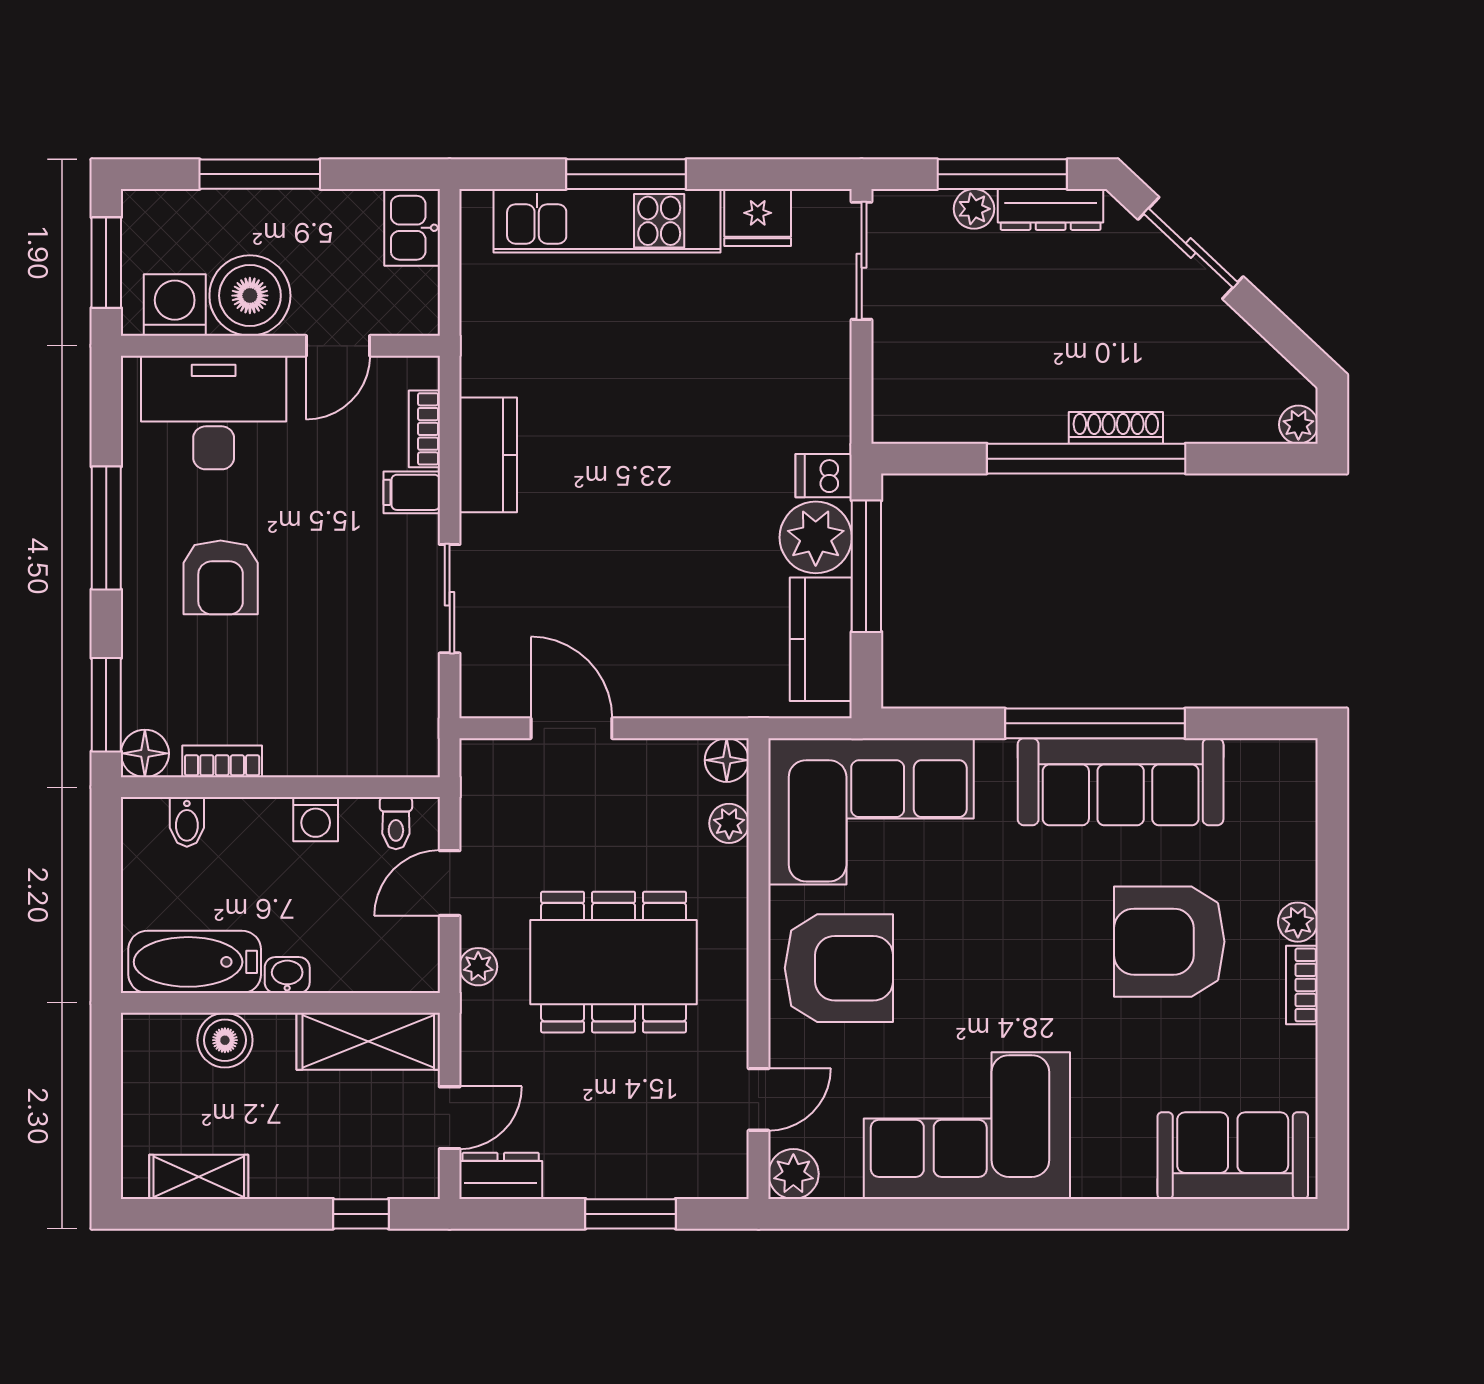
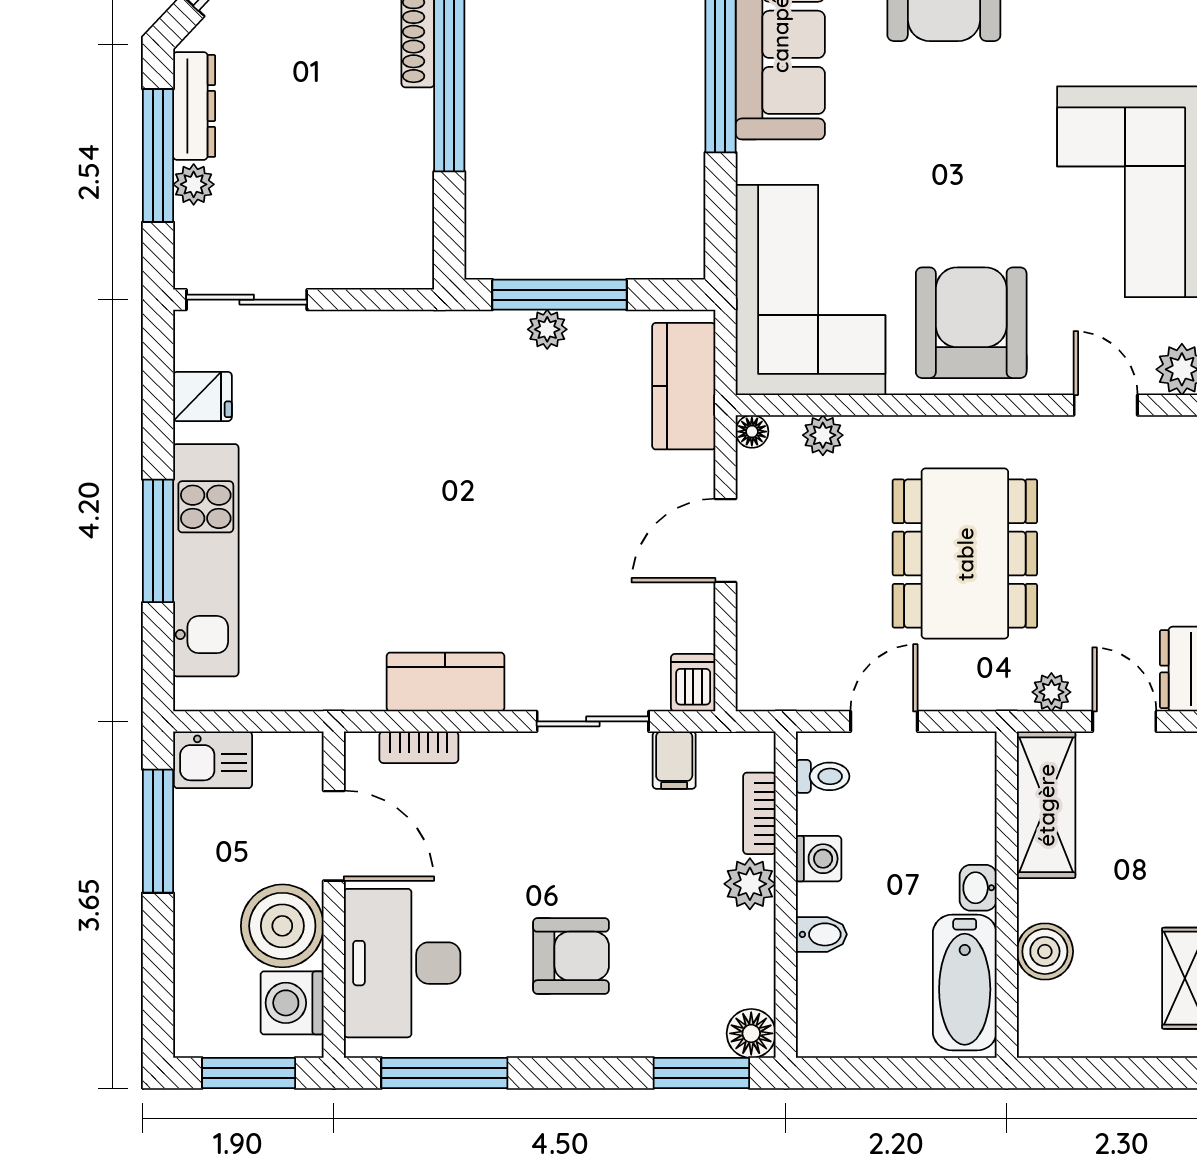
window: (260, 174) -> (158, 831), moved
fridge: (758, 217) -> (202, 396), width x0.72
door: (338, 346) -> (334, 836), width x1.38
dishwasher: (824, 476) -> (693, 683), moved, turned 180
filing cabinet: (412, 492) -> (674, 760), moved
window: (106, 528) -> (444, 1073), moved
plant: (816, 537) -> (547, 329), width x0.53, depth x0.53
kitchen counter: (821, 639) -> (684, 386), moved, turned 90
door: (571, 728) -> (725, 541), moved
plant: (291, 752) -> (750, 884), added
floor lamp: (727, 760) -> (752, 432), width x0.73, depth x0.73
bookcase: (222, 761) -> (759, 813), moved
bidet: (187, 822) -> (821, 934), moved
door: (450, 883) -> (884, 721), swing flipped
plant: (478, 967) -> (1051, 692), moved

